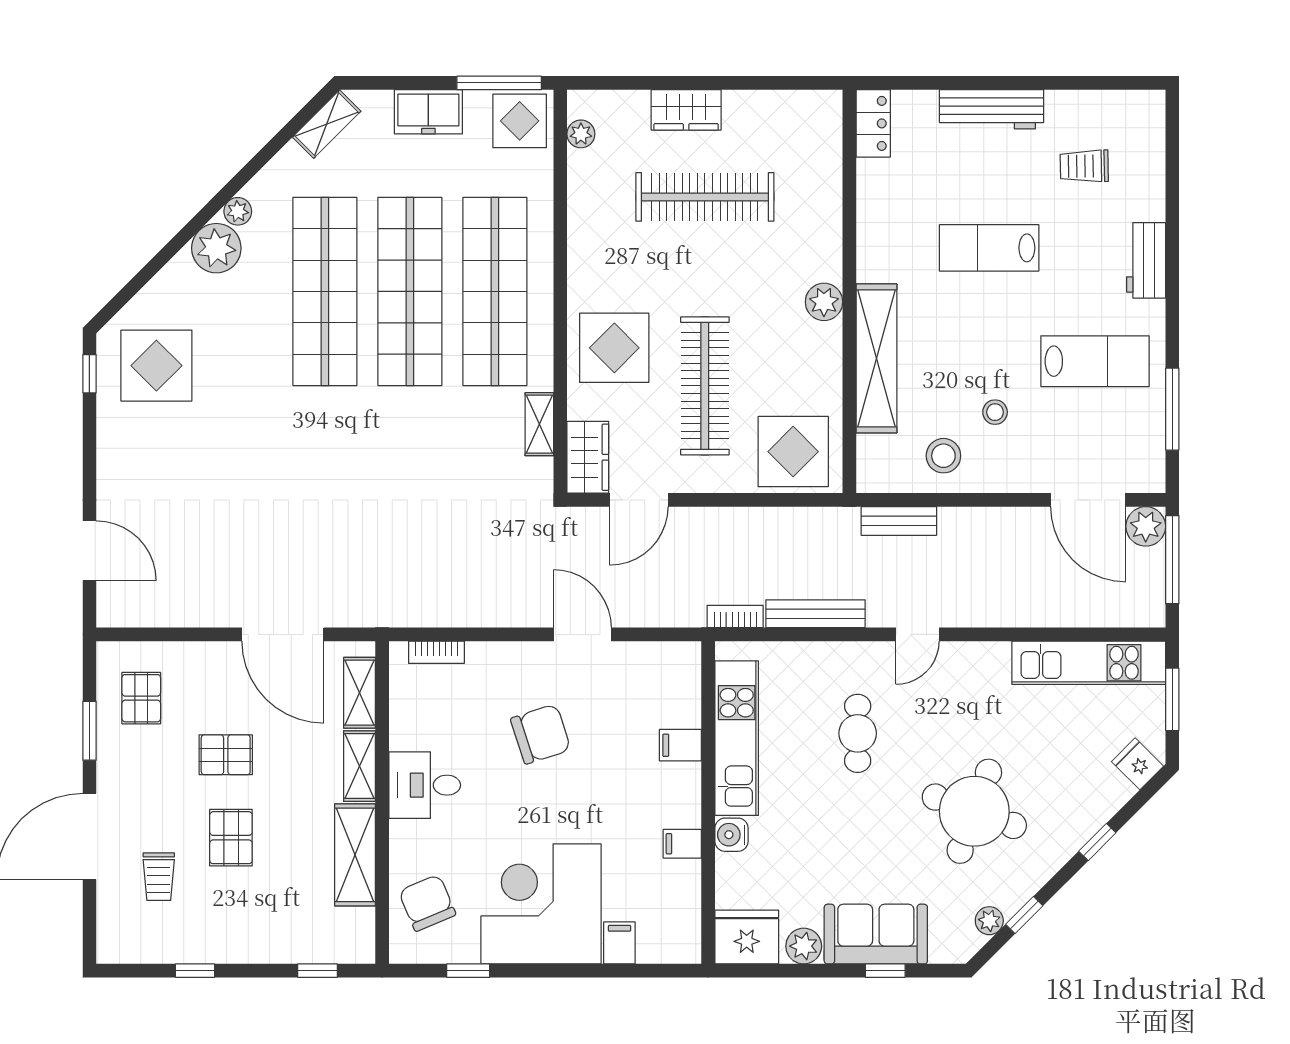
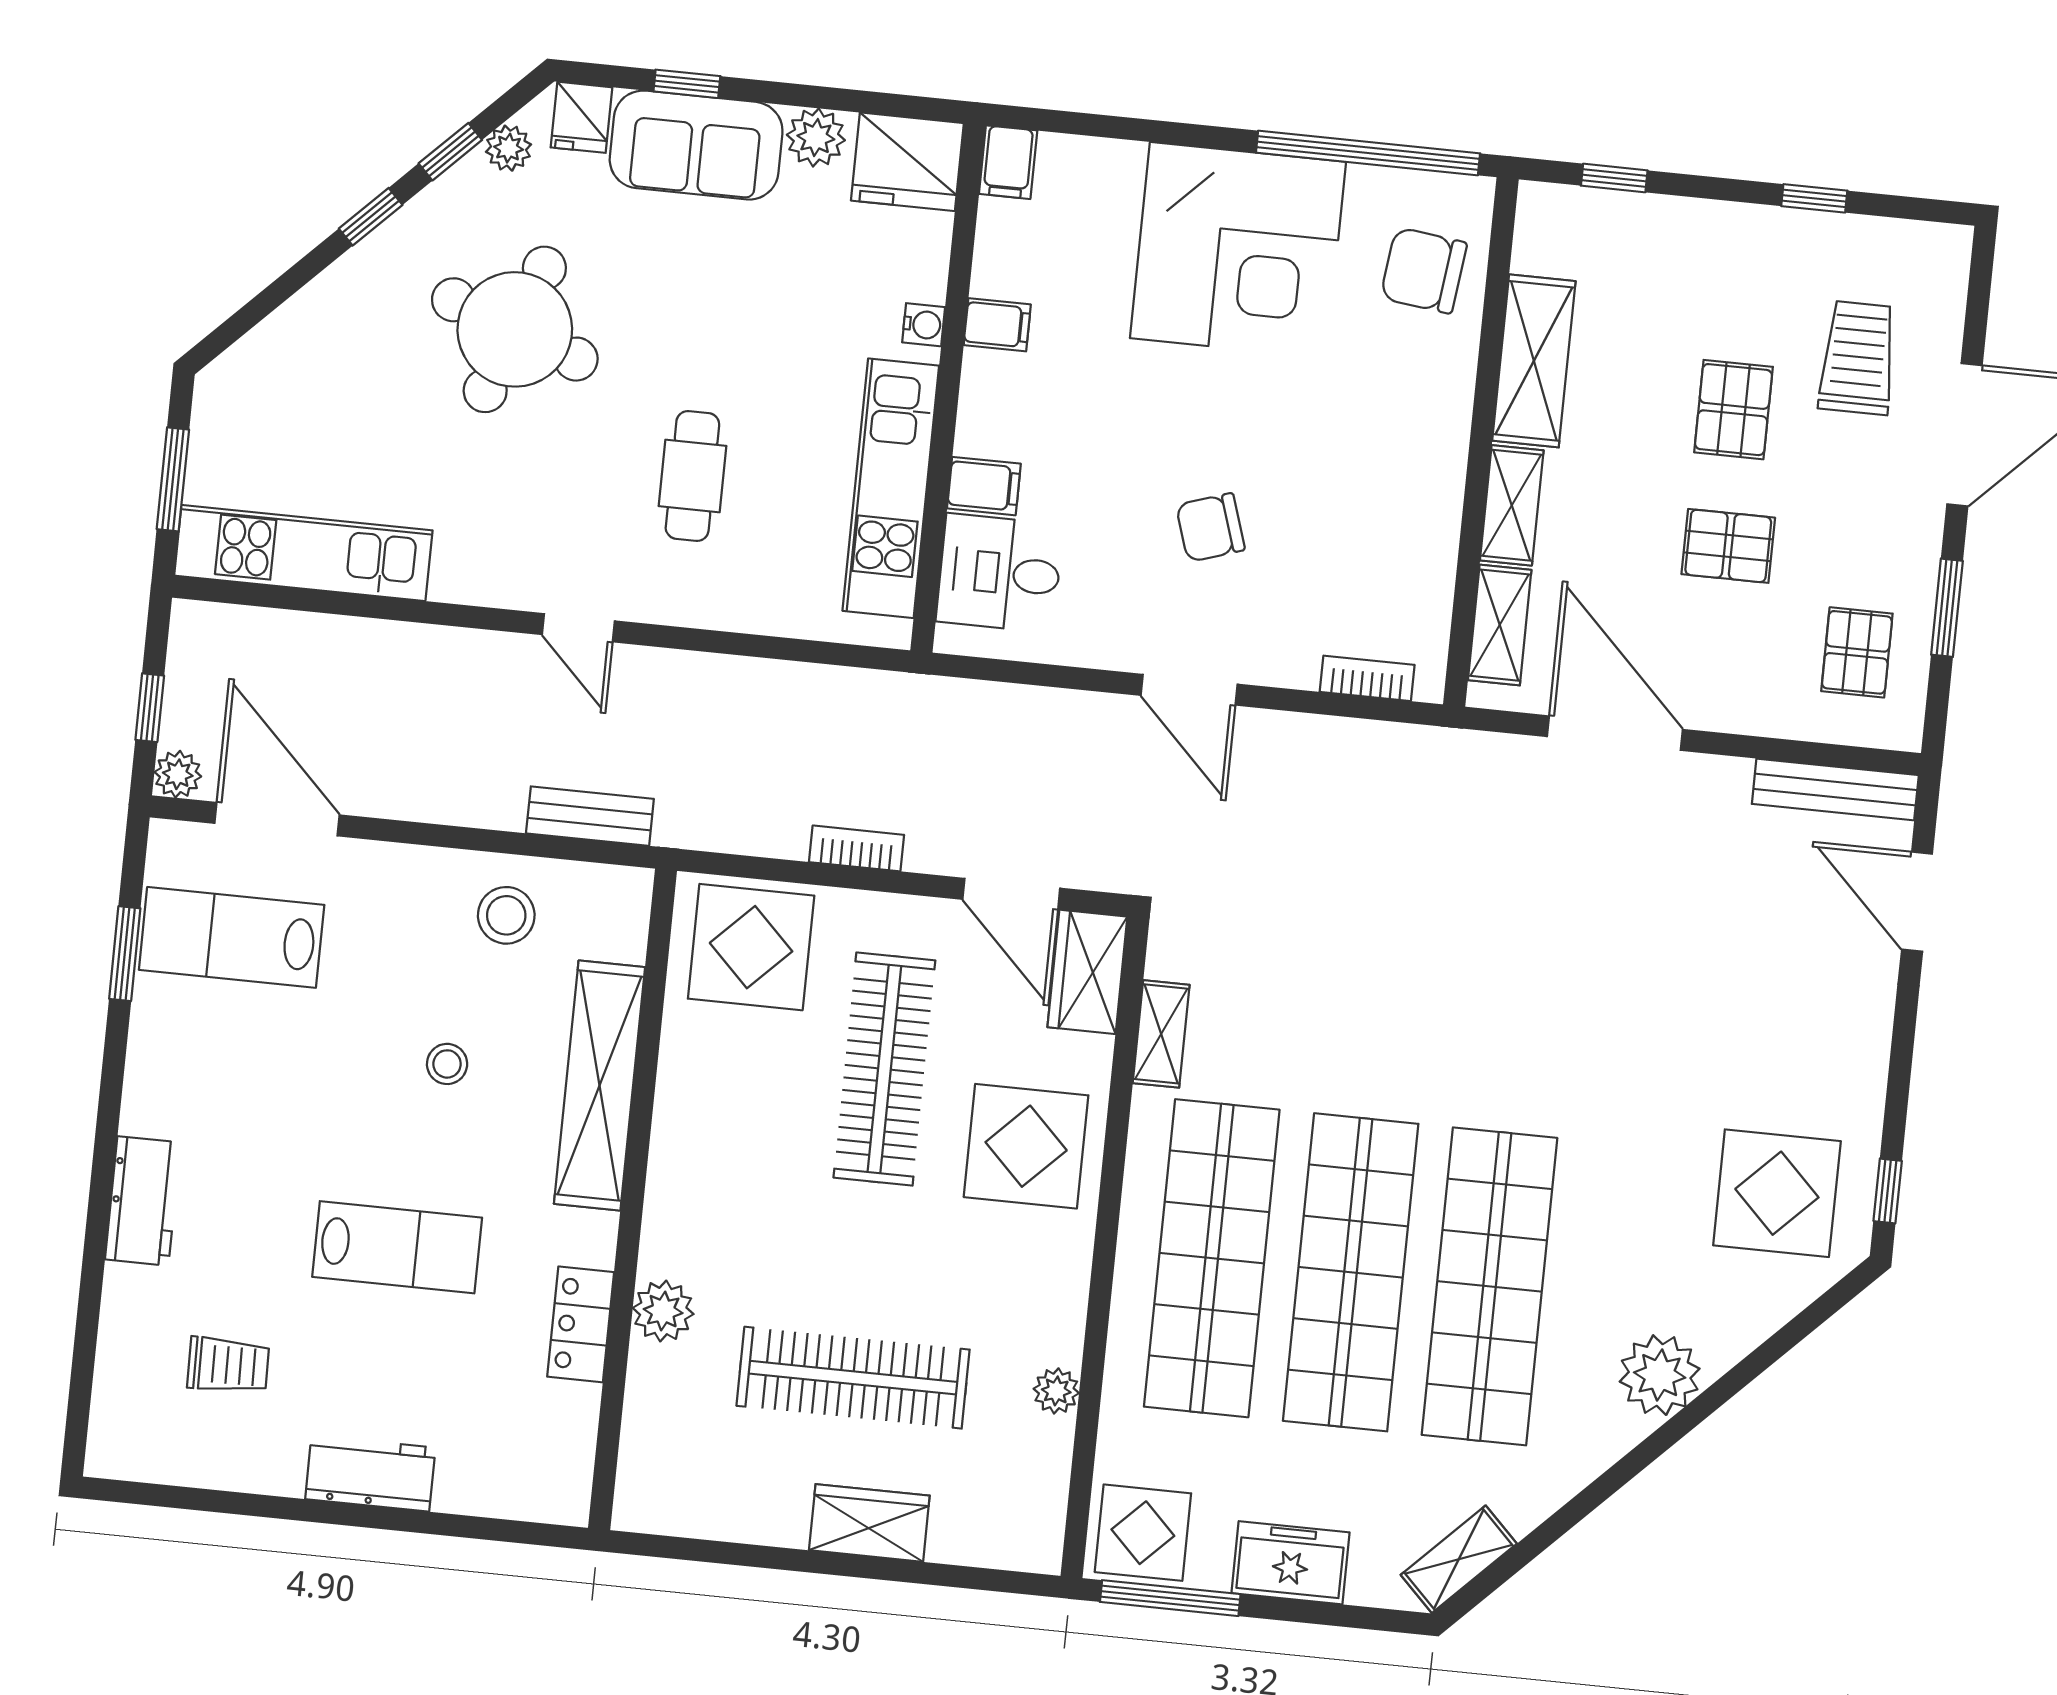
workbench: (991, 109) -> (370, 1473), width x0.73
locker: (873, 123) -> (581, 1324), moved
plant: (581, 134) -> (1056, 1391), moved
plant: (238, 211) -> (1618, 1432), removed
plant: (824, 302) -> (663, 1311), moved
lab bench: (1095, 361) -> (232, 937), moved
window: (1172, 409) -> (125, 954), width x0.69
stool: (995, 412) -> (447, 1064), moved
door: (639, 500) -> (1011, 894), swing flipped
plant: (1146, 526) -> (178, 774), width x0.73, depth x0.73
window: (1172, 560) -> (150, 708), width x0.46
bench: (815, 614) -> (1835, 789), moved
bookcase: (735, 616) -> (857, 848), moved, turned 180
door: (582, 634) -> (1189, 690), moved
door: (917, 634) -> (578, 628), swing flipped
chair: (541, 734) -> (1210, 527), width x0.73, depth x0.73
fridge: (1137, 764) -> (581, 117), moved, turned 45
desk: (425, 785) -> (1000, 573), moved, turned 180
water cooler: (731, 835) -> (924, 325), width x0.72, depth x0.72
window: (1097, 842) -> (371, 217), moved
trolley: (159, 877) -> (1858, 358), width x1.36, depth x1.39
chair: (427, 903) -> (1424, 270), turned 120
filing cabinet: (619, 943) -> (1008, 162), moved
window: (468, 971) -> (1368, 153), width x3.17

